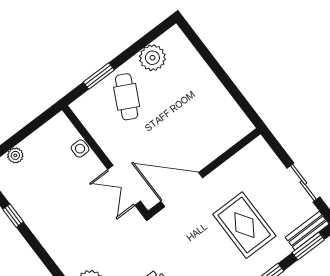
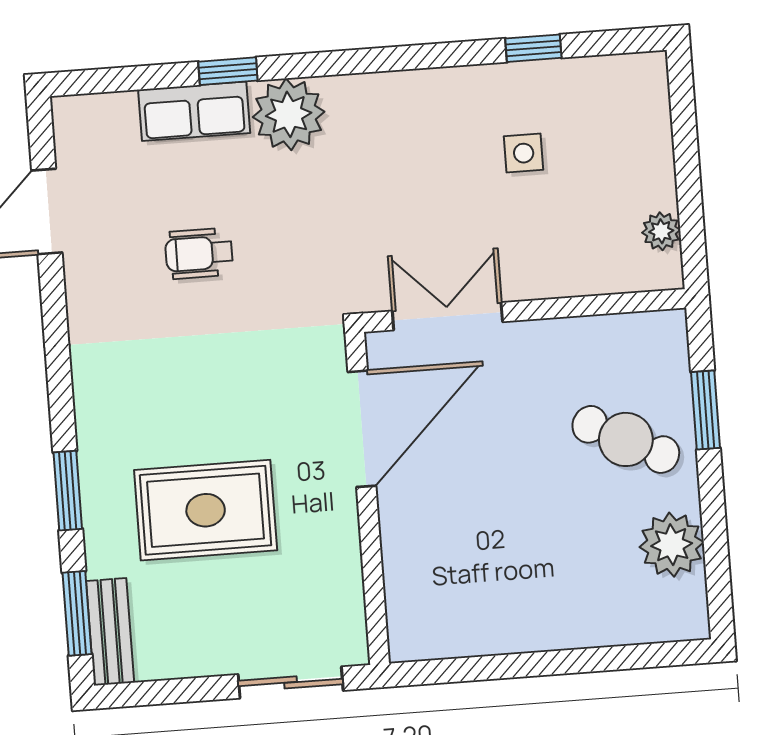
side table: (80, 149) -> (524, 153), moved
plant: (15, 155) -> (661, 231), moved
sliding door: (303, 182) -> (291, 682), moved

